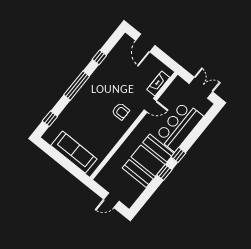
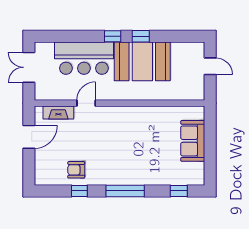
door: (145, 43) -> (29, 137), moved
door: (150, 105) -> (86, 103), hinge flipped
armchair: (121, 111) -> (76, 170), moved, turned -90
sofa: (74, 152) -> (193, 141), width x0.73

